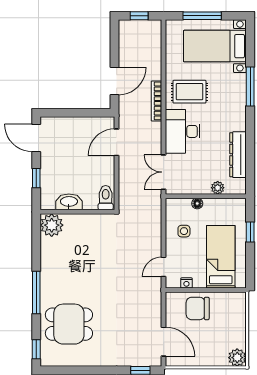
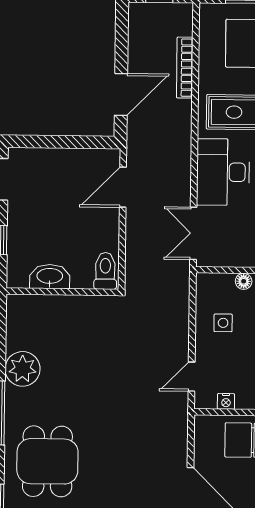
bookcase: (156, 101) -> (185, 68), moved
plant: (52, 225) -> (23, 369), moved
dining table: (69, 324) -> (47, 461), turned 90

